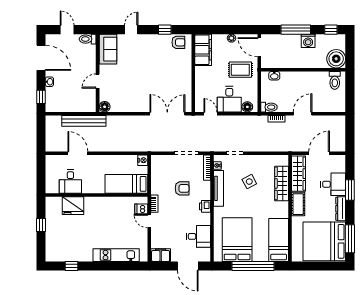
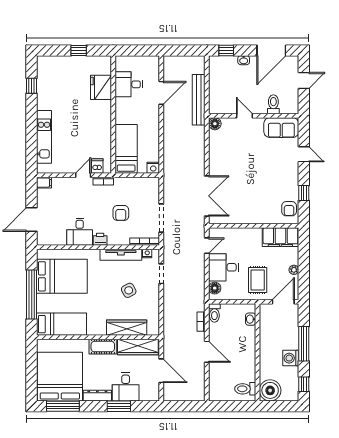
toilet: (88, 39) -> (273, 104), moved
desk: (198, 236) -> (80, 232), moved
filing cabinet: (161, 255) -> (44, 183), width x0.50

